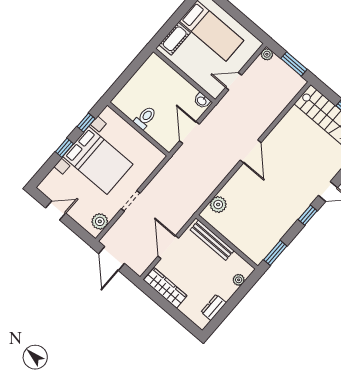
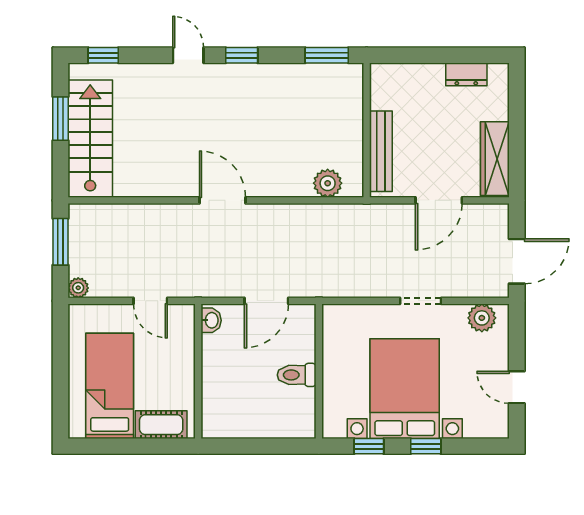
door: (251, 151) -> (222, 200), hinge flipped
plant: (239, 280) -> (402, 73), removed

